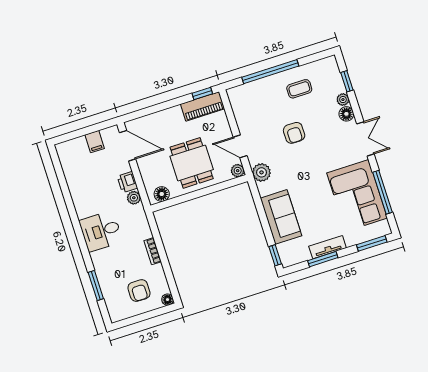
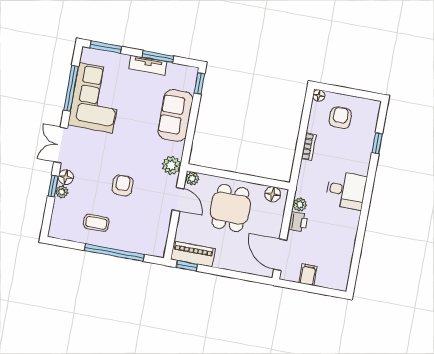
window: (347, 81) -> (53, 186), moved
window: (96, 286) -> (377, 143), width x0.67

